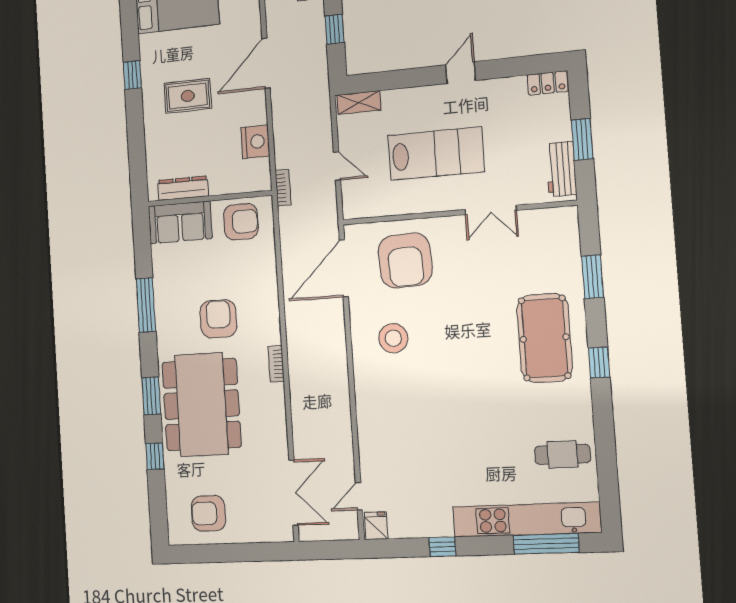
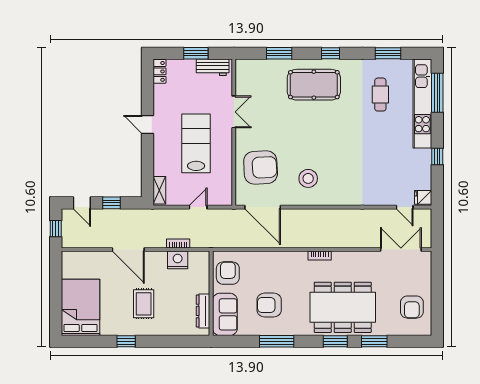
bookcase: (283, 188) -> (178, 243), moved
armchair: (218, 319) -> (269, 305), moved
cafe table: (562, 454) -> (380, 95), moved
window: (155, 456) -> (374, 341), width x1.50
window: (606, 459) -> (388, 53), added

